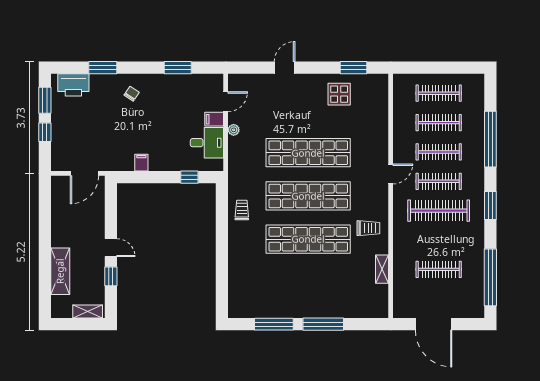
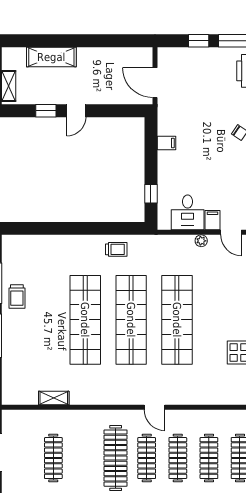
trolley: (368, 228) -> (17, 296), moved

